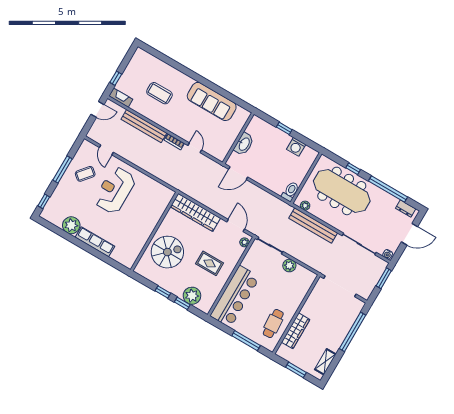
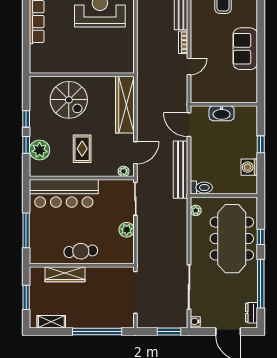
sofa: (212, 101) -> (245, 49), width x0.73
bench: (313, 225) -> (181, 170), moved
cafe table: (273, 324) -> (81, 251), moved

